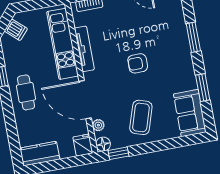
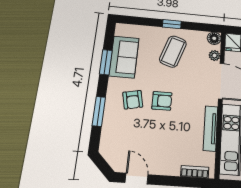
armchair: (166, 57) -> (133, 100), added
sofa: (190, 113) -> (124, 57), moved
window: (119, 153) -> (172, 24), moved

